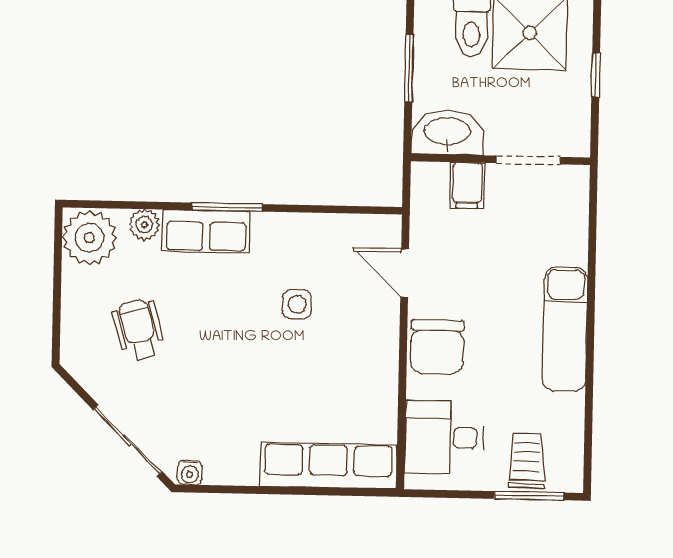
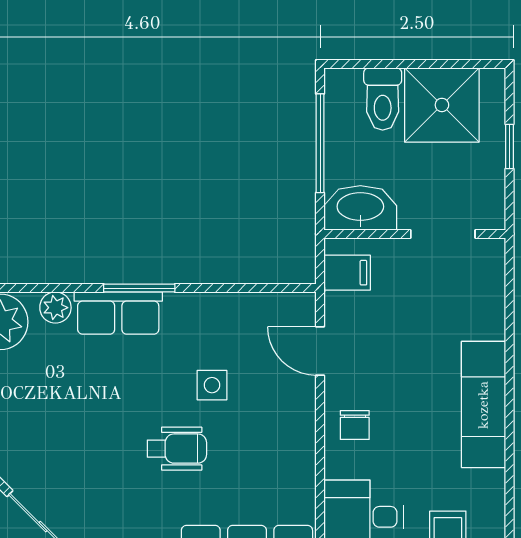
window: (409, 68) -> (320, 143), width x1.44
filing cabinet: (467, 185) -> (347, 273), moved, turned -90
wheelchair: (139, 330) -> (177, 449), moved, turned 106
chair: (437, 347) -> (355, 425), width x0.54, depth x0.54

